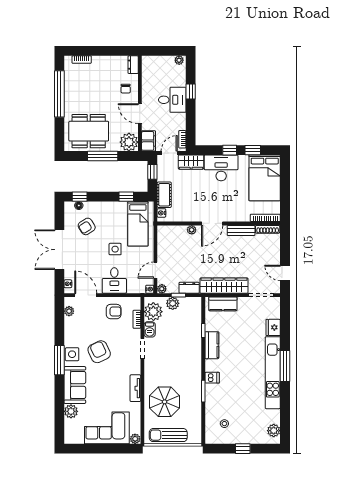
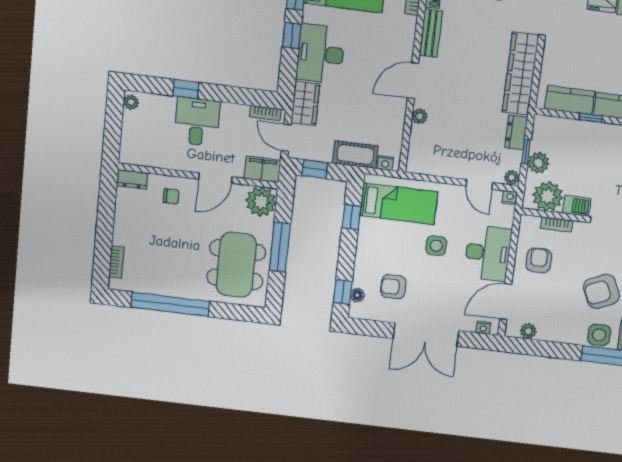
door: (212, 223) -> (413, 81), swing flipped
armchair: (87, 226) -> (393, 287), turned 122
desk: (114, 280) -> (488, 253), width x1.37
kitchen counter: (223, 304) -> (570, 100), moved, turned -90

